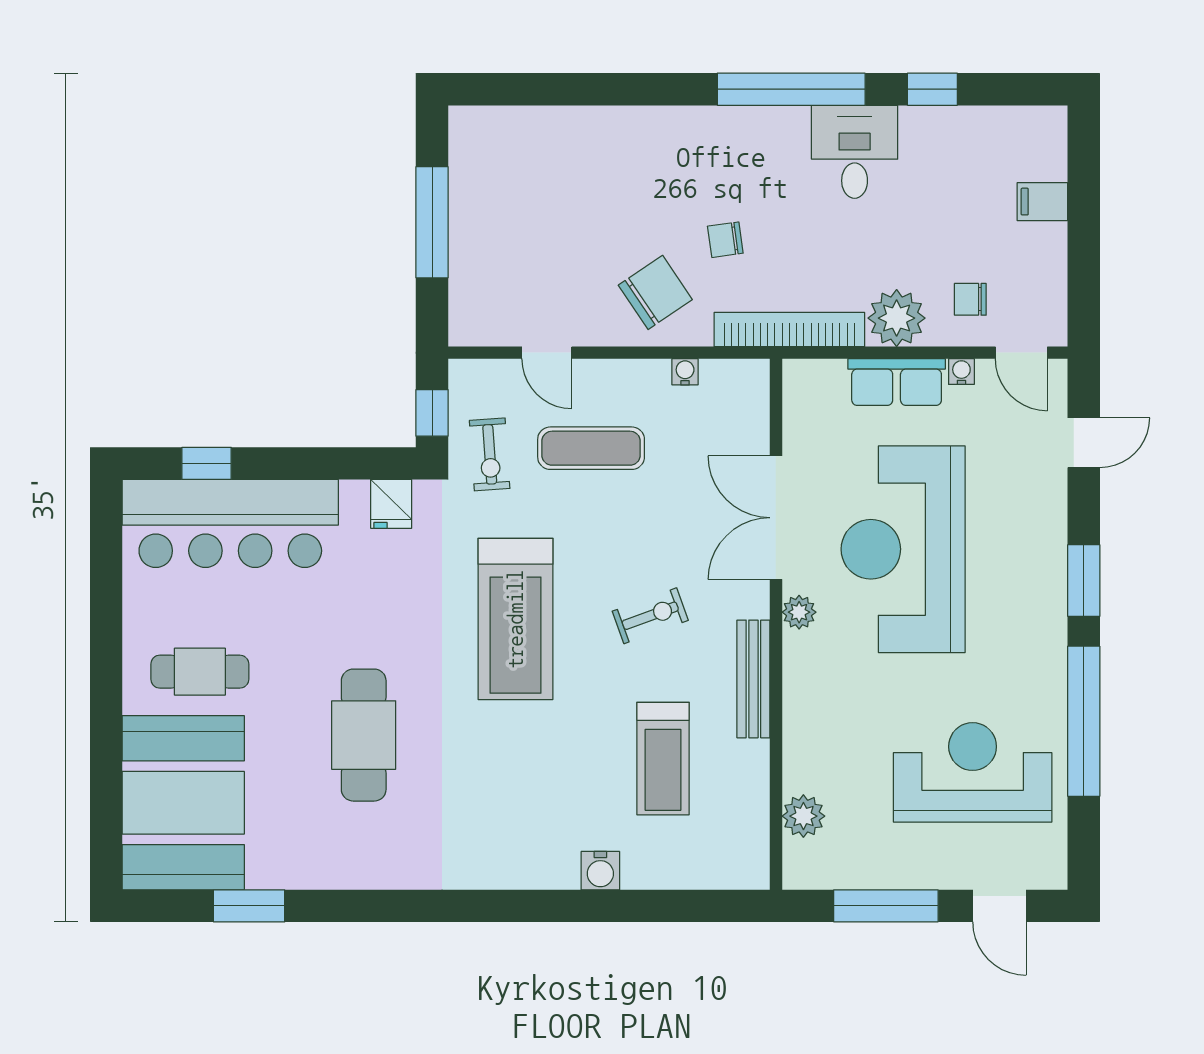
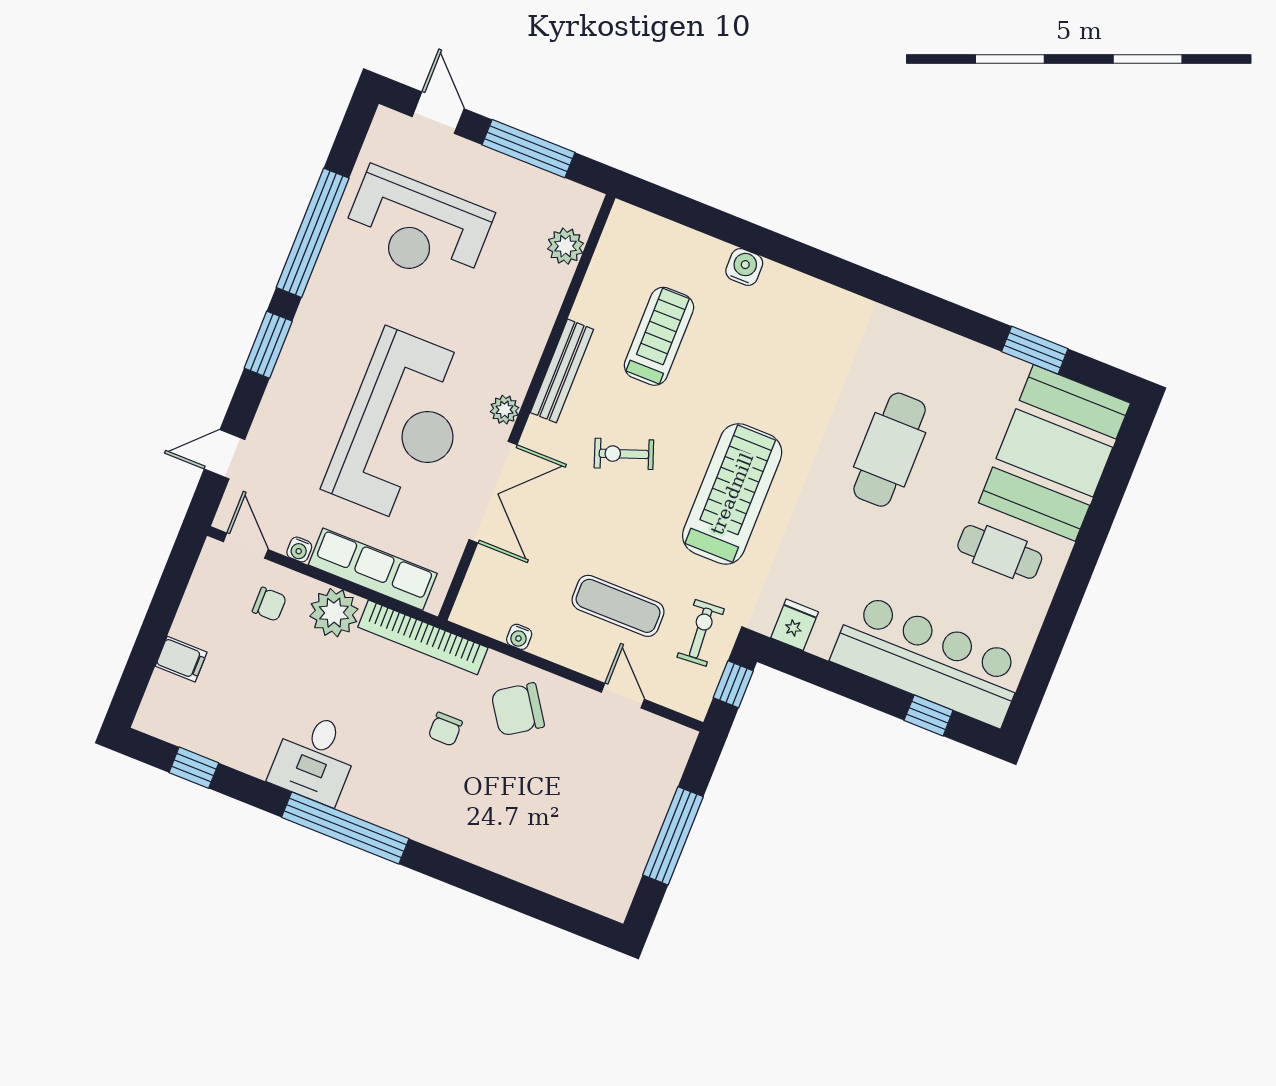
window: (932, 89) -> (194, 768), moved
chair: (725, 240) -> (445, 729), turned 98
row of seats: (897, 382) -> (373, 569), width x1.48

